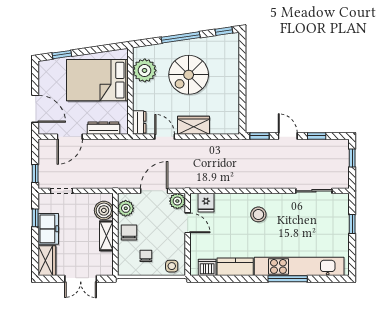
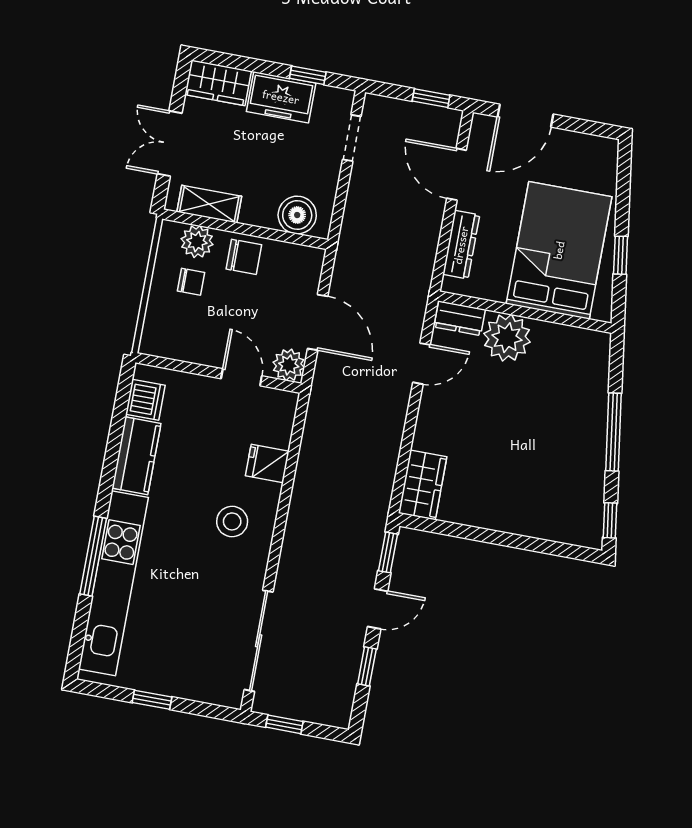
window: (62, 55) -> (621, 255), moved
plant: (145, 70) -> (507, 338), moved
spiral stairs: (189, 75) -> (536, 434), removed
wardrobe: (193, 125) -> (423, 485), moved
window: (352, 158) -> (284, 724), moved
window: (35, 174) -> (431, 98), moved
sliding door: (314, 191) -> (259, 641), width x1.37
fridge: (206, 203) -> (267, 464), moved
plant: (126, 208) -> (197, 242), moved
door: (188, 223) -> (241, 377), swing flipped
window: (352, 224) -> (152, 700), moved
shelving: (106, 236) -> (209, 204), moved
side table: (172, 266) -> (161, 330), removed

